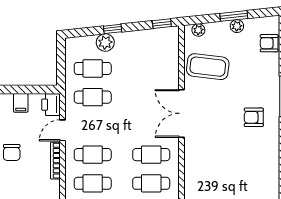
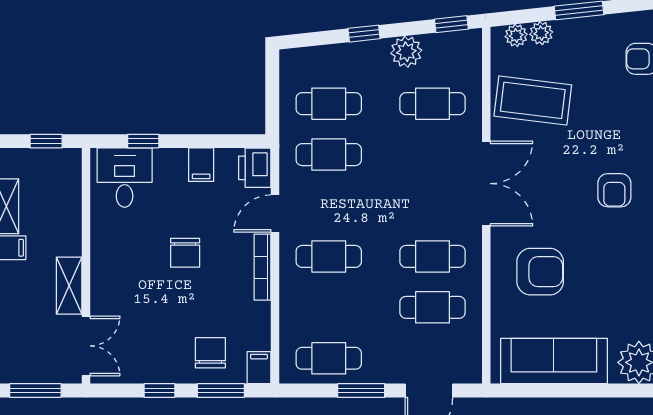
plant: (237, 26) -> (541, 33), moved
plant: (105, 43) -> (406, 52), moved
double door: (181, 113) -> (486, 184), swing flipped
armchair: (254, 117) -> (614, 190), turned -90
armchair: (212, 163) -> (540, 272), added
cafe table: (93, 183) -> (433, 104), moved

